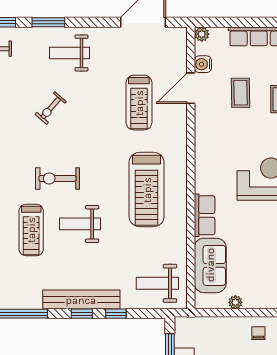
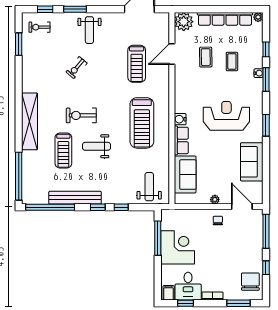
plant: (202, 34) -> (184, 22), width x1.87, depth x1.87
weight bench: (70, 53) -> (89, 30), turned -90
water cooler: (203, 64) -> (180, 119), moved
weight bench: (157, 283) -> (149, 187), turned 90
bench: (81, 300) -> (75, 198), moved
plant: (235, 302) -> (215, 200), moved

